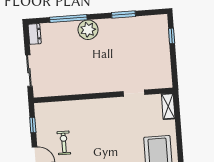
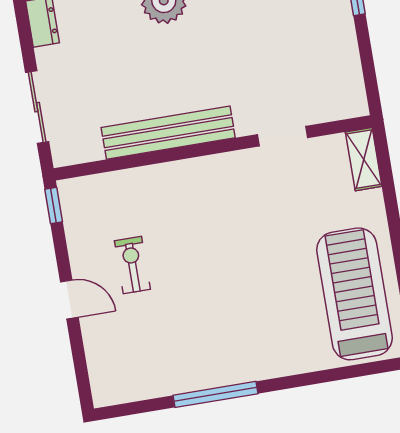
bench: (85, 87) -> (168, 133), added
window: (33, 125) -> (54, 205), moved

